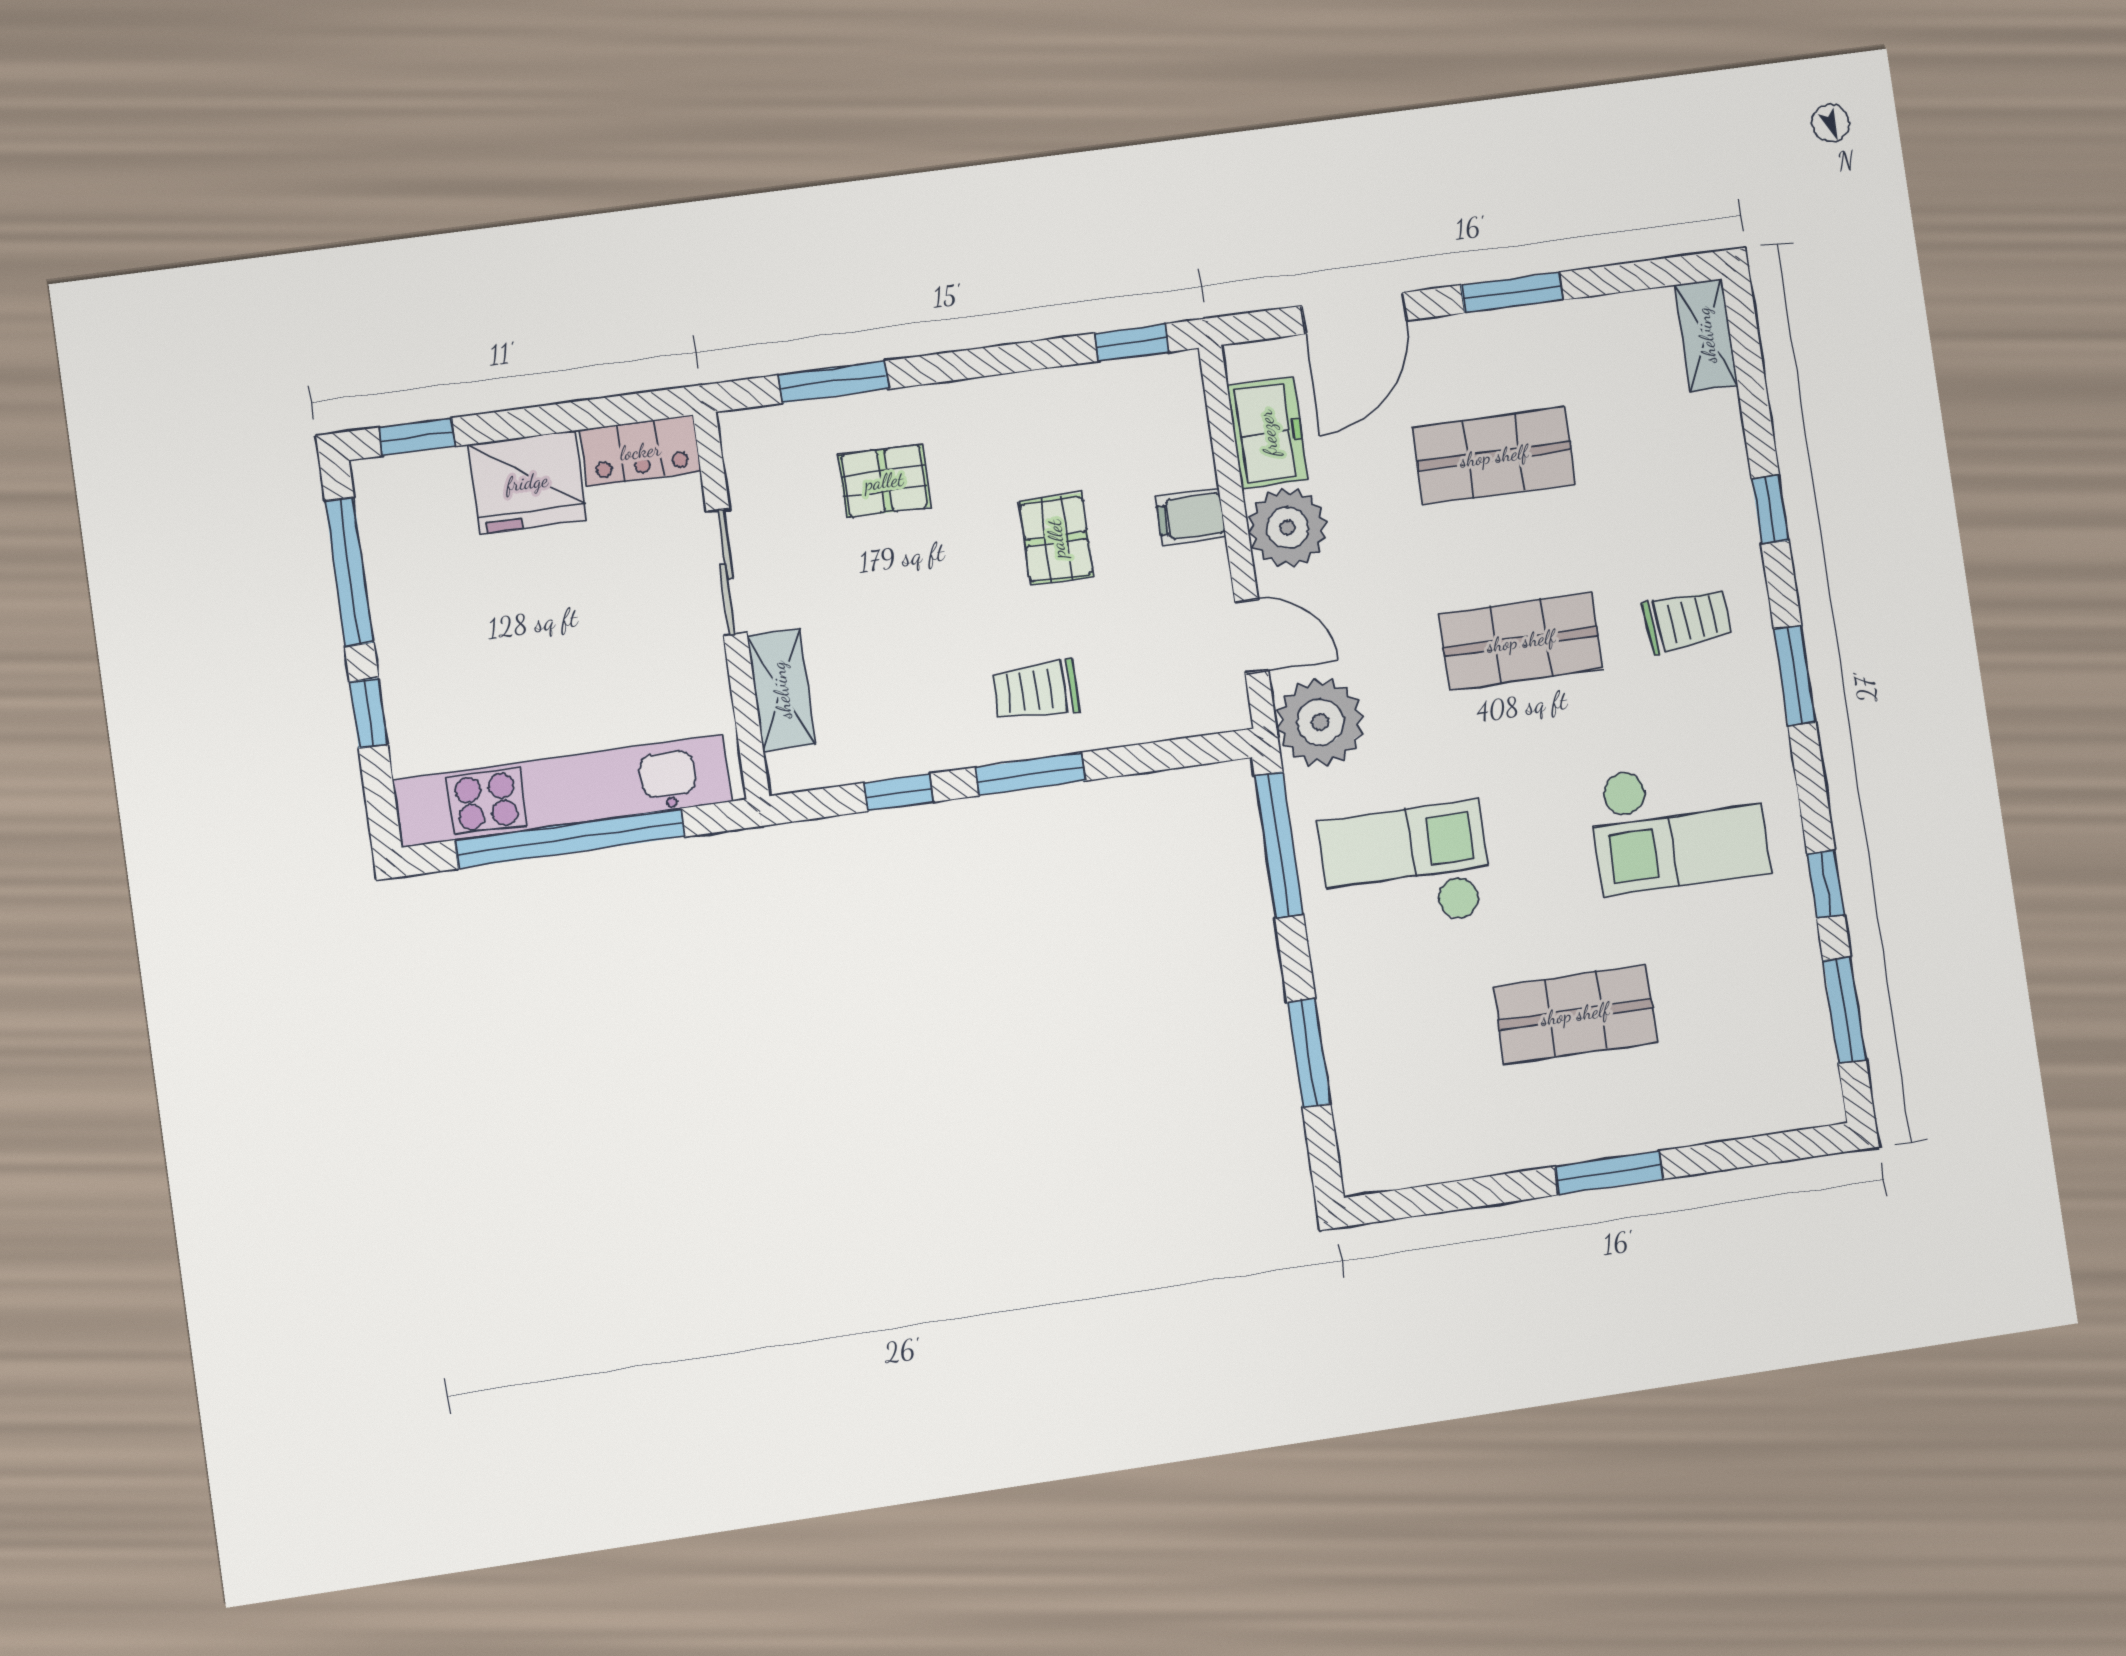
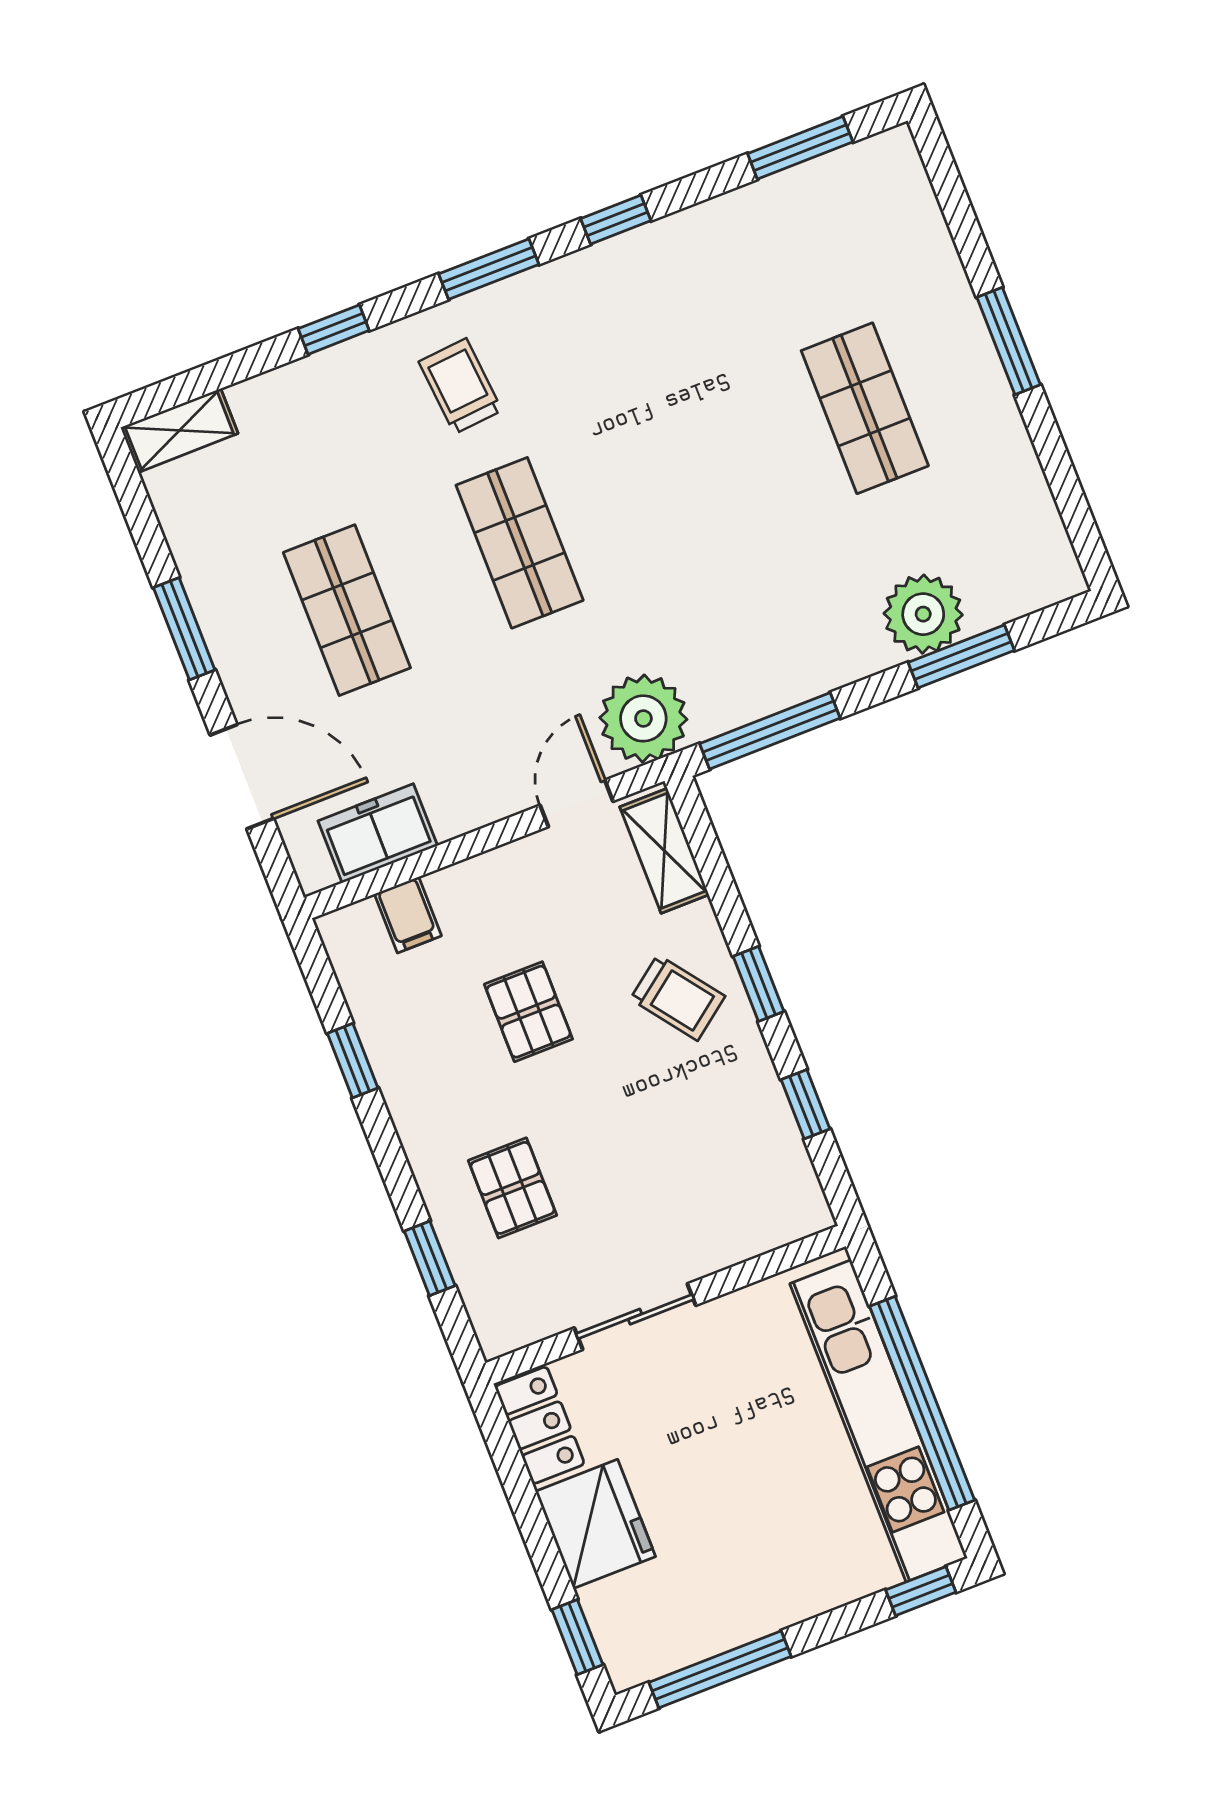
window: (1132, 343) -> (353, 1061), moved
window: (834, 382) -> (430, 1258), width x0.67
filing cabinet: (1191, 517) -> (408, 915), moved
plant: (1288, 528) -> (923, 614), moved
pallet: (1056, 539) -> (528, 1012), turned 90
shelving: (781, 690) -> (664, 851), moved, turned 90
trolley: (1035, 690) -> (678, 998), turned -37
window: (369, 713) -> (921, 1591), moved
window: (1030, 774) -> (759, 984), width x0.67
checkout: (1679, 825) -> (660, 349), removed
checkout: (1406, 868) -> (763, 604), removed
window: (1826, 884) -> (616, 220), moved

